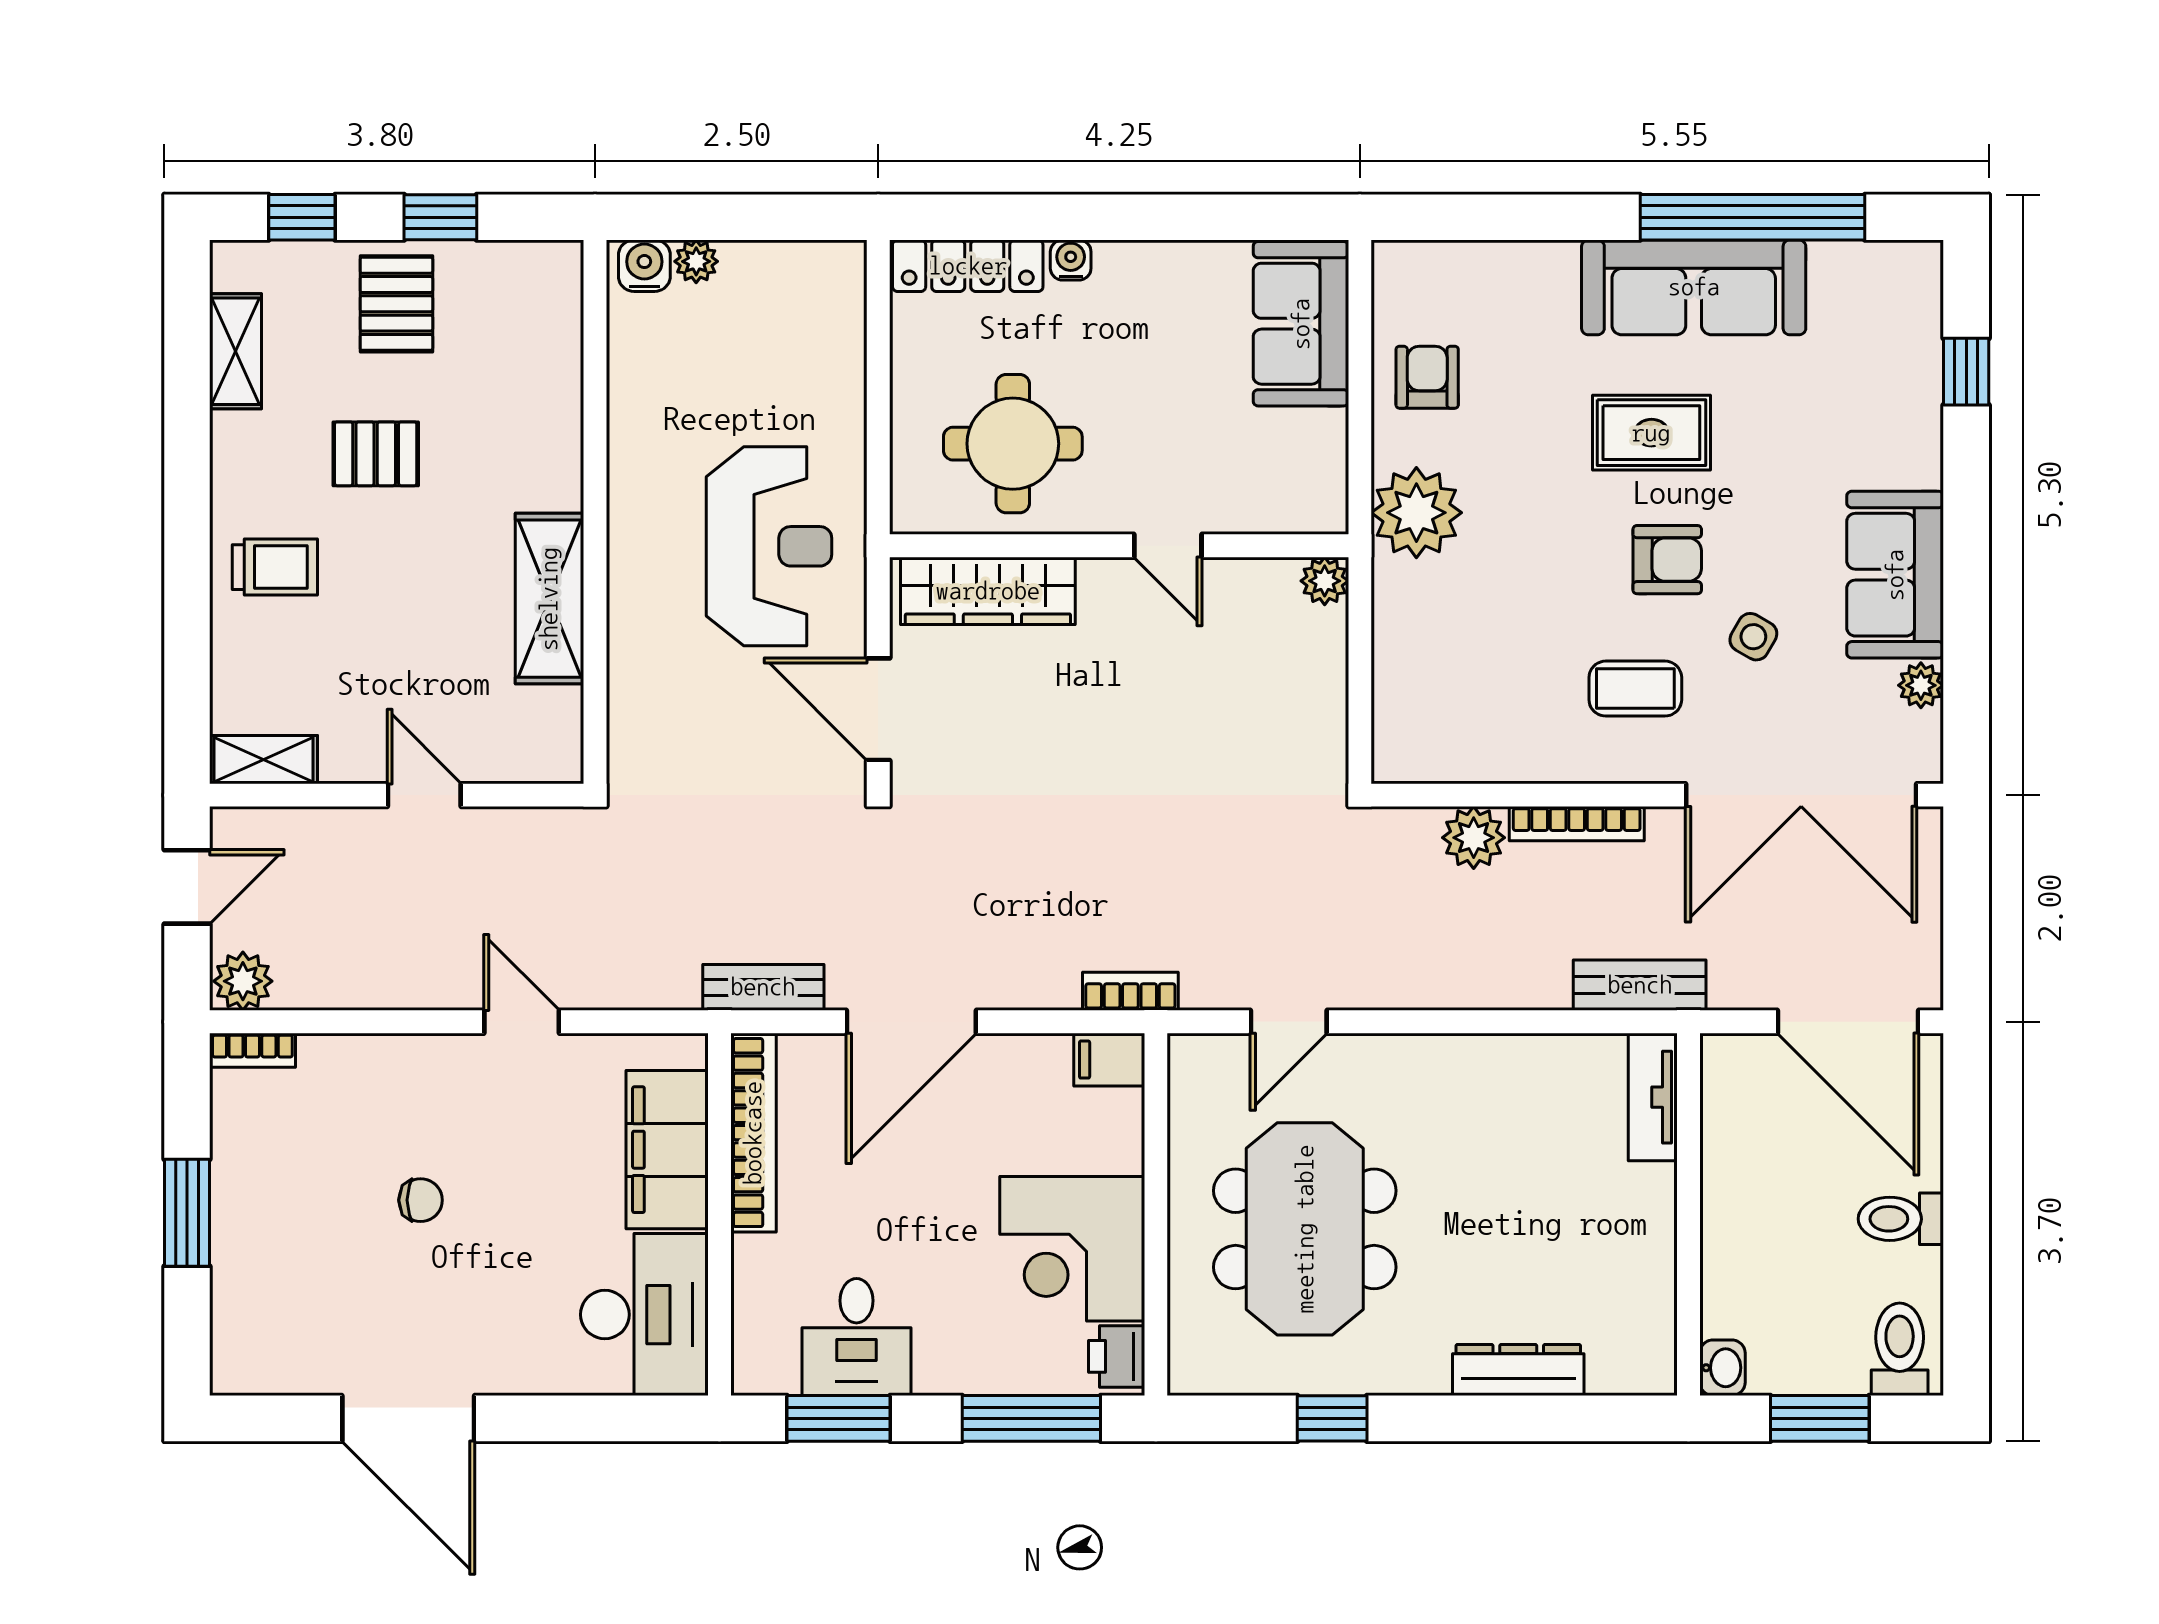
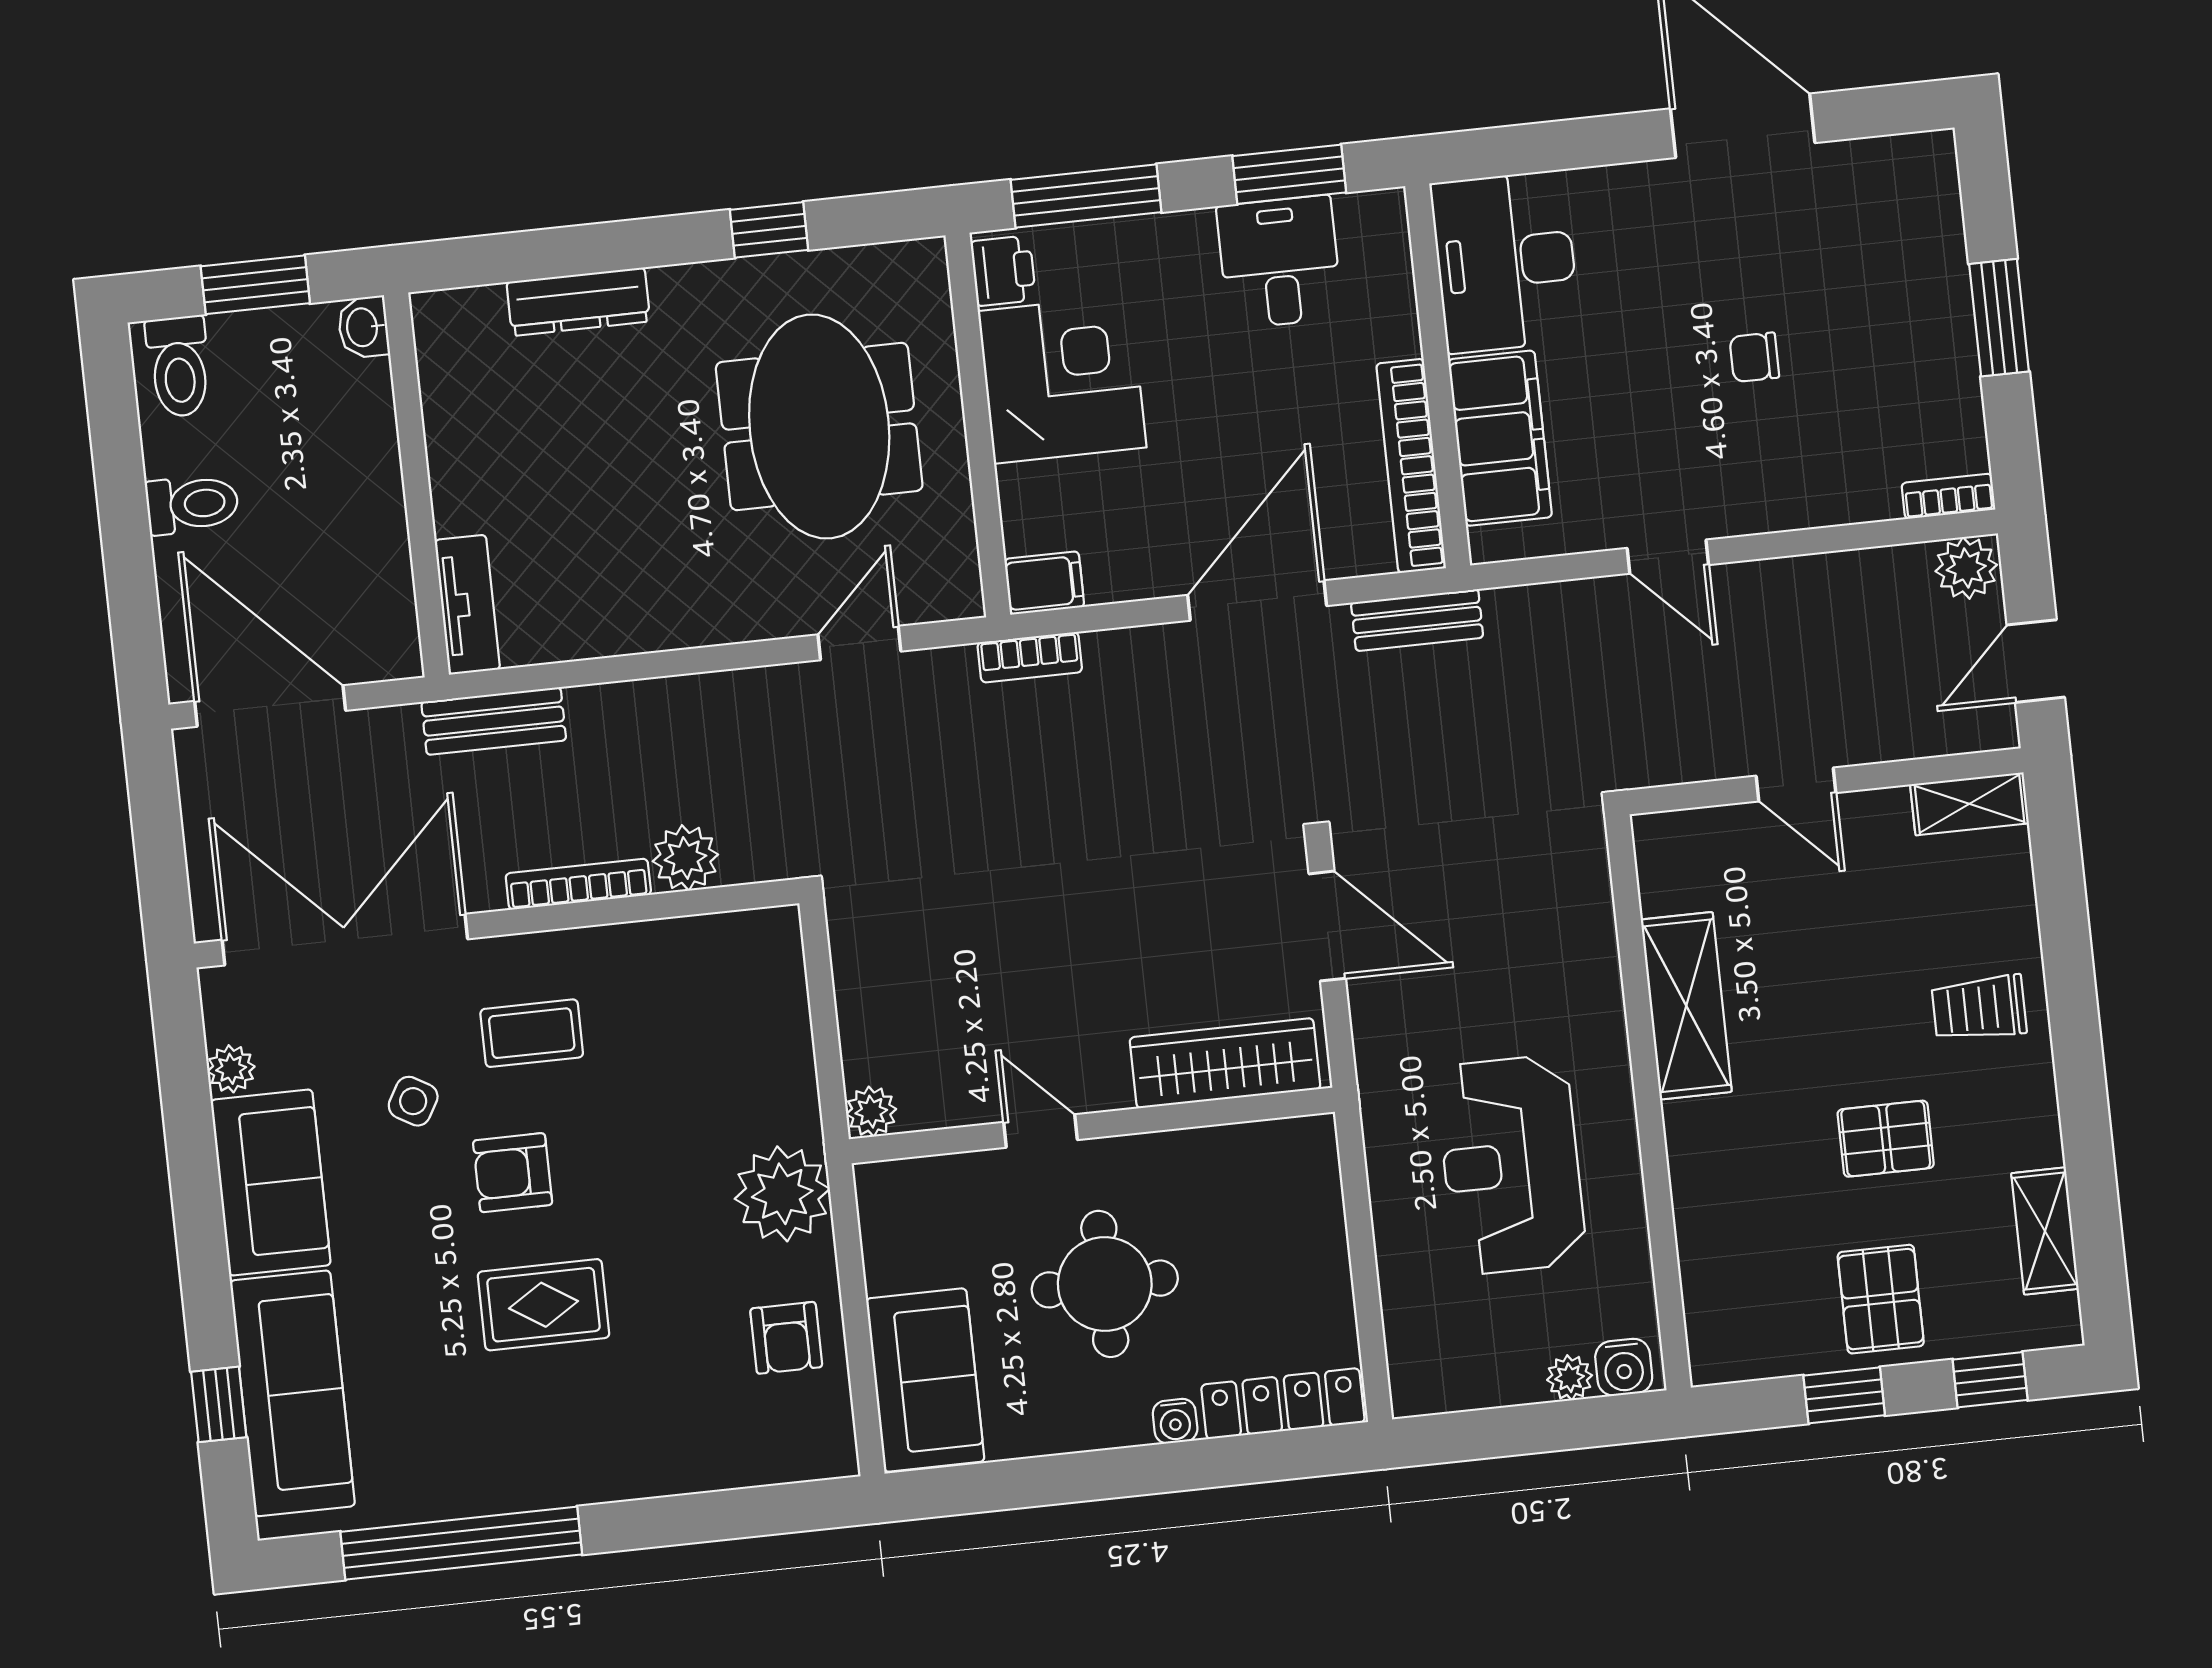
sofa: (1694, 287) -> (292, 1393), moved, turned 90
round table: (1013, 444) -> (1105, 1284), moved
reception desk: (769, 546) -> (1511, 1165), moved

